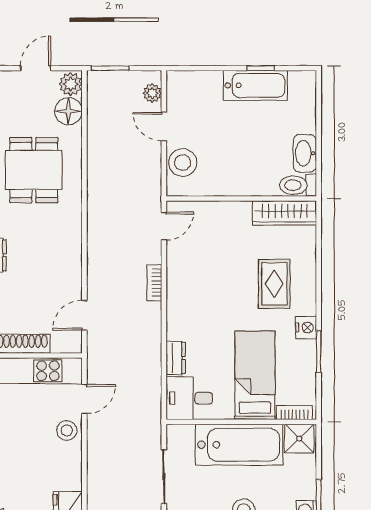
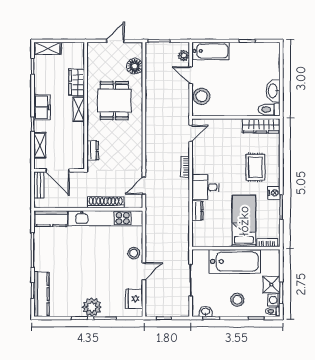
plant: (70, 84) -> (136, 50), removed
bathtub: (255, 85) -> (211, 51), moved
desk: (189, 398) -> (205, 187), moved
door: (84, 399) -> (144, 271), moved
shower: (299, 439) -> (271, 285), moved

